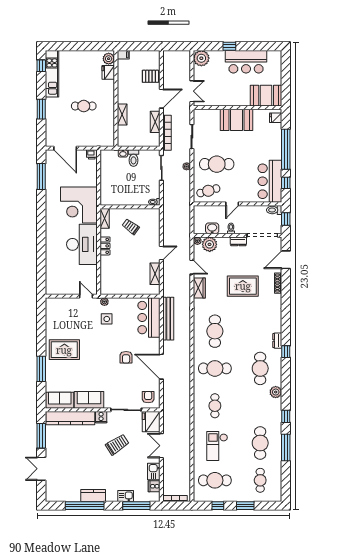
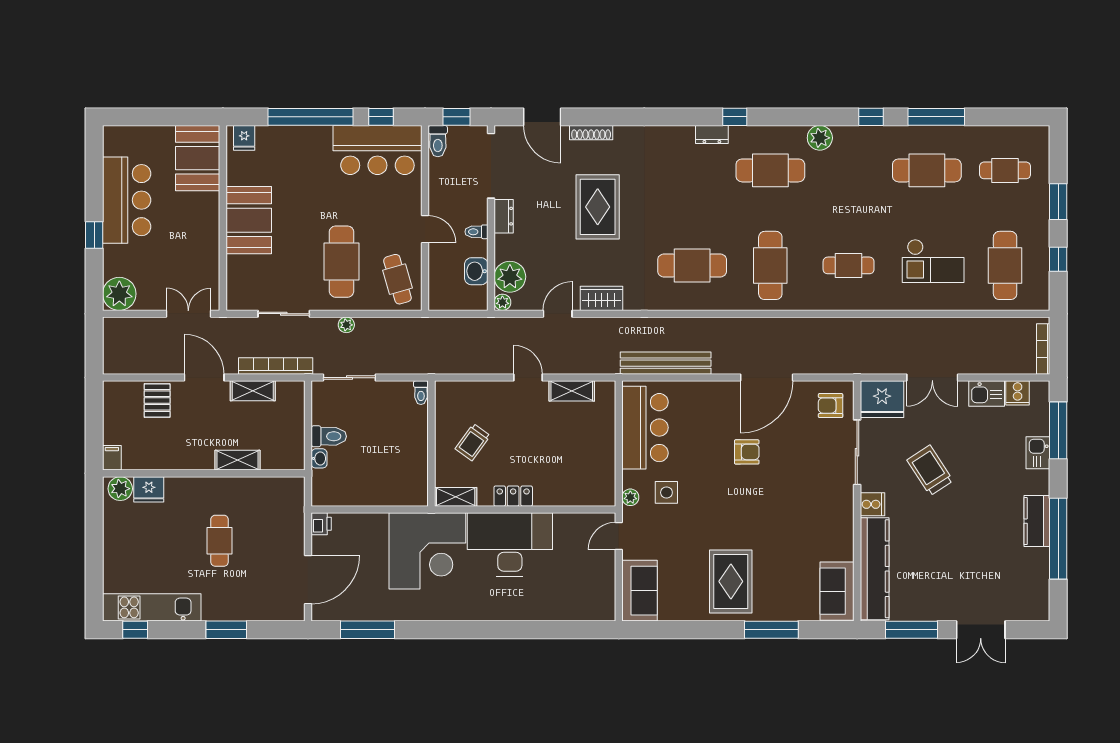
bar counter: (149, 318) -> (645, 428), moved, turned -90
sofa: (89, 400) -> (640, 591), moved, turned 180

